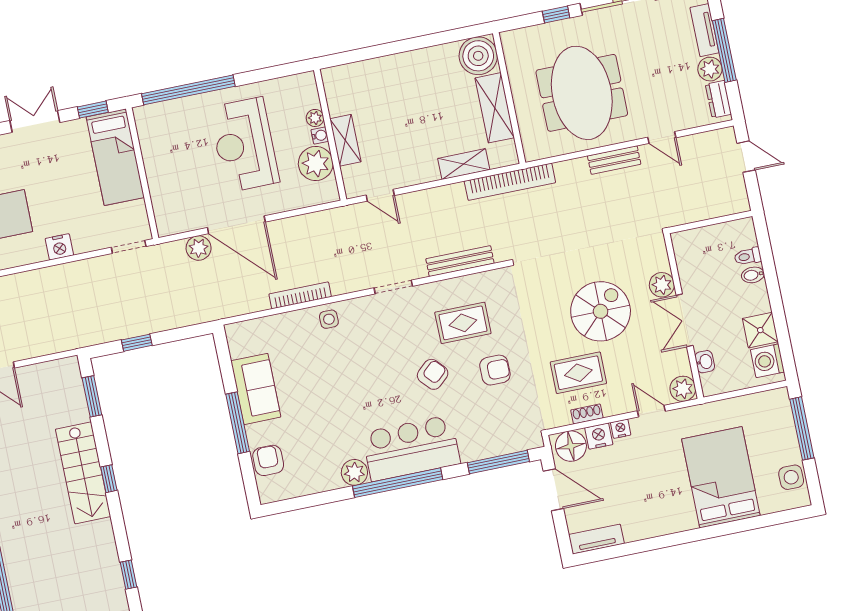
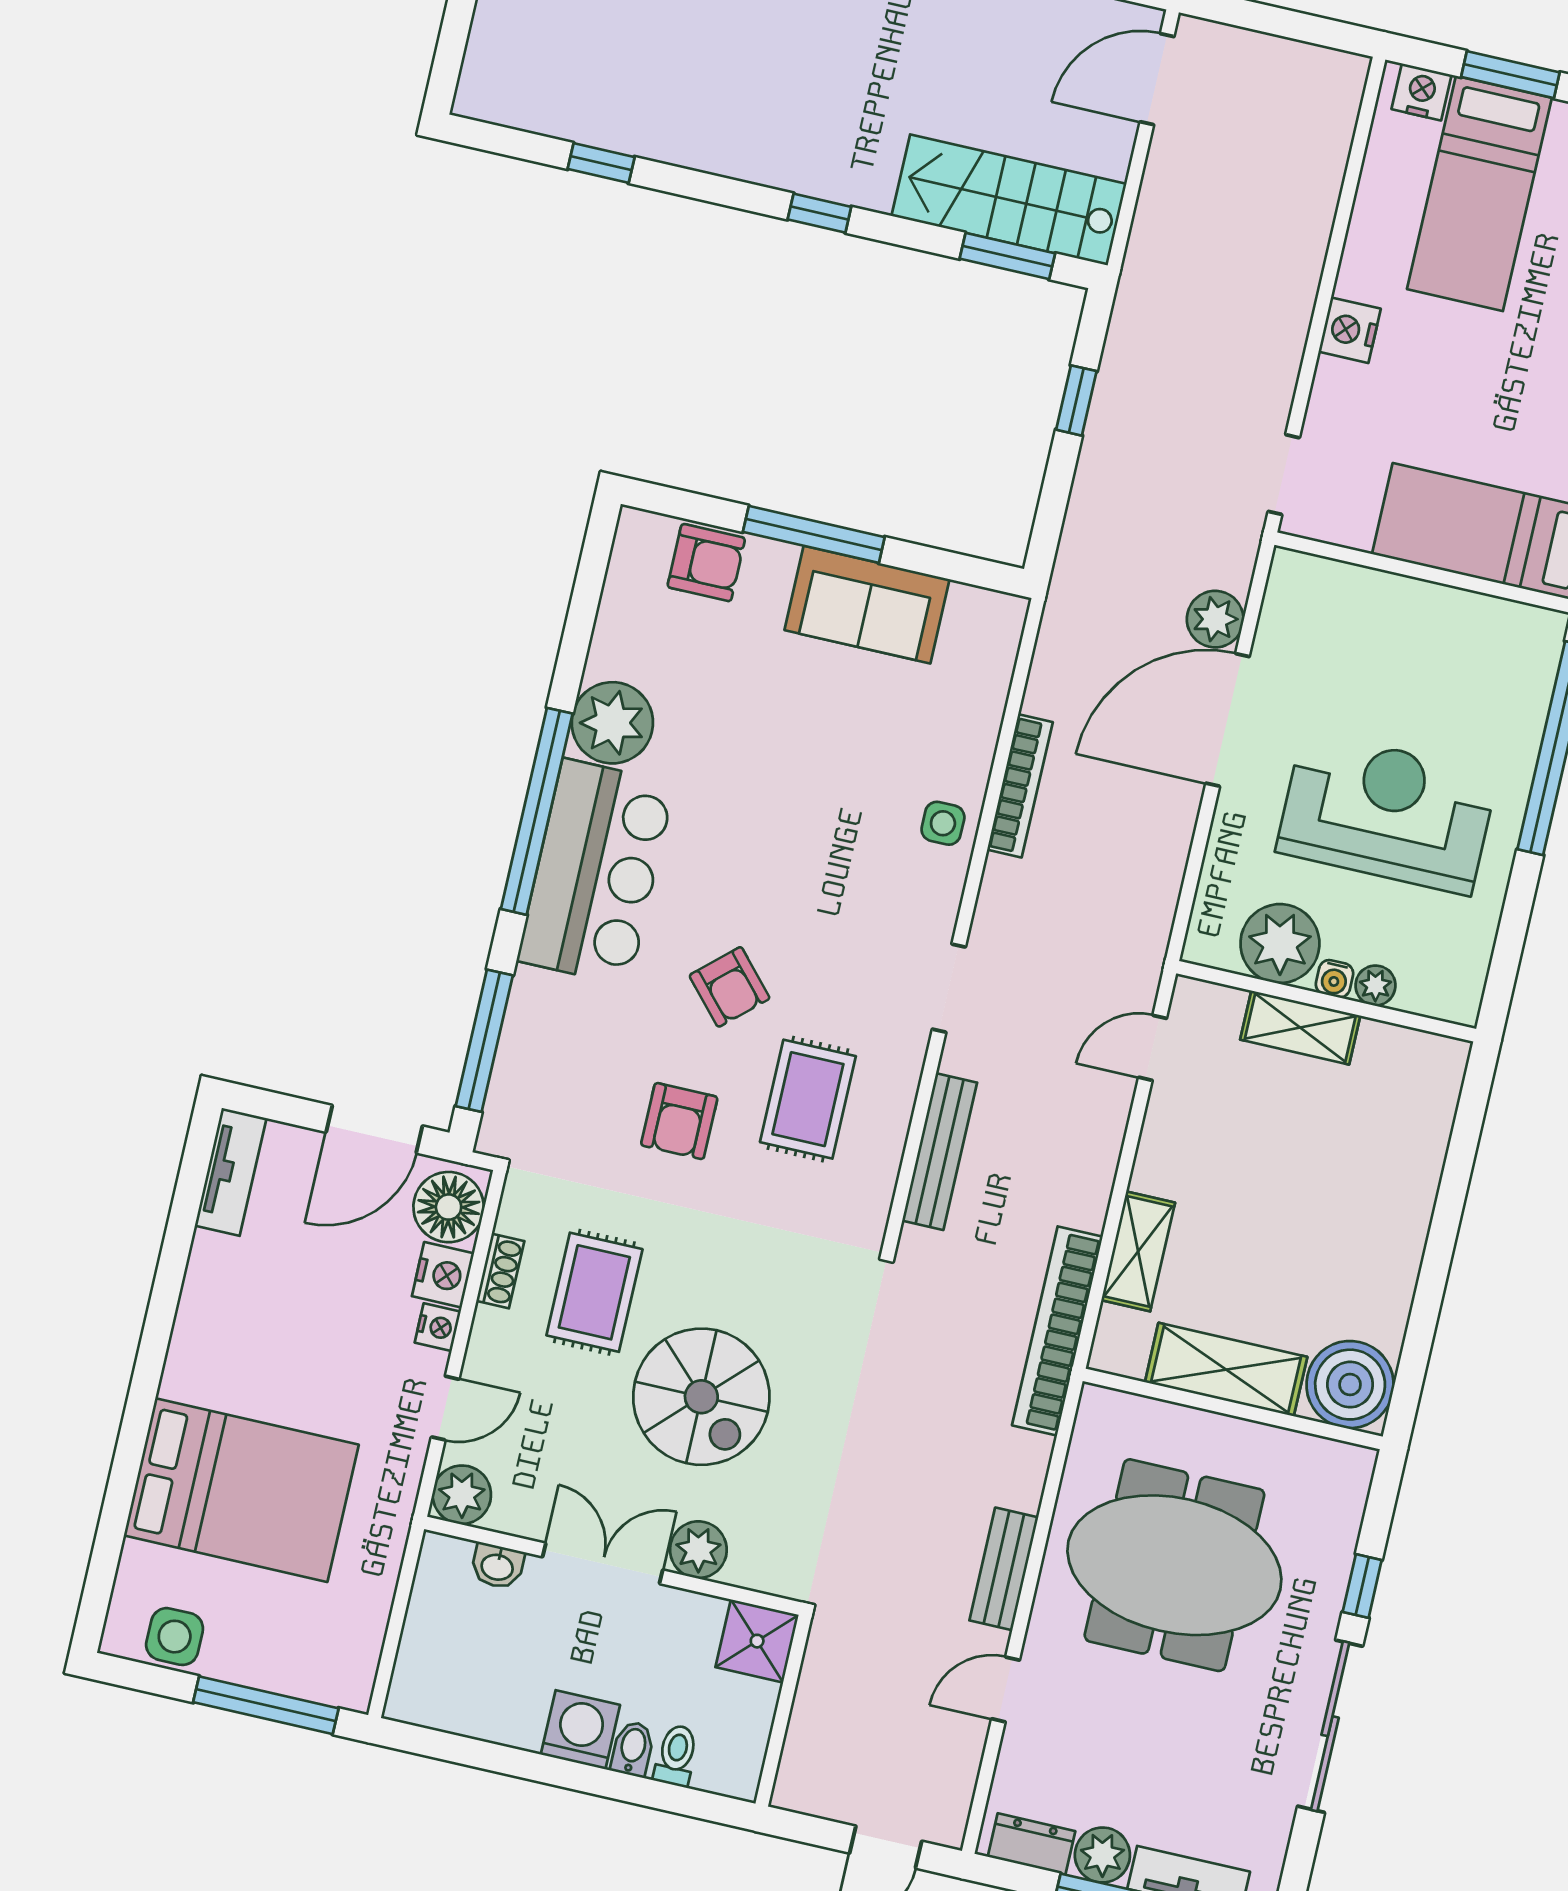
shower: (760, 330) -> (757, 1641), moved
washing machine: (767, 361) -> (580, 1730), moved
plant: (354, 472) -> (612, 723), width x1.36, depth x1.36
stairs: (83, 473) -> (1009, 200), moved

